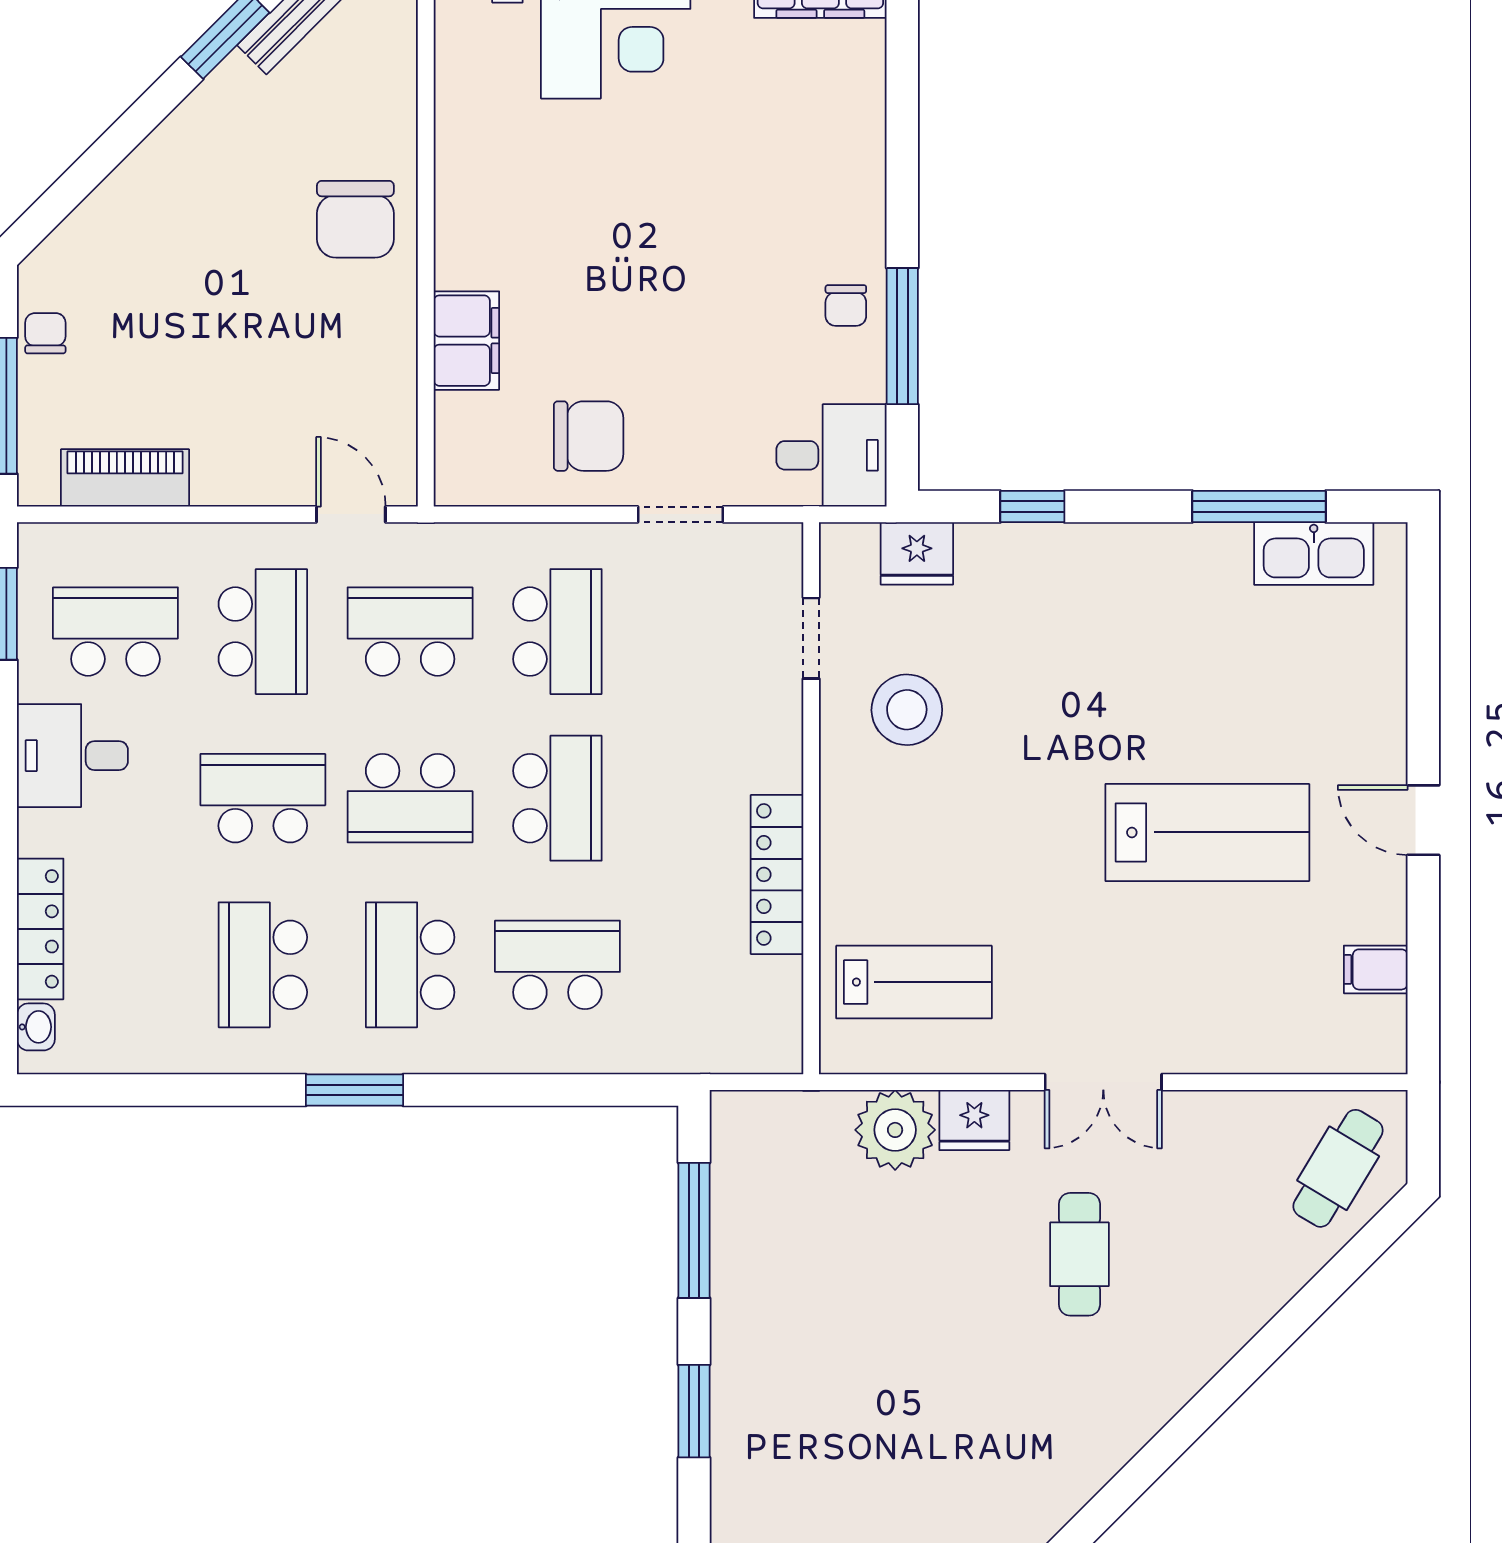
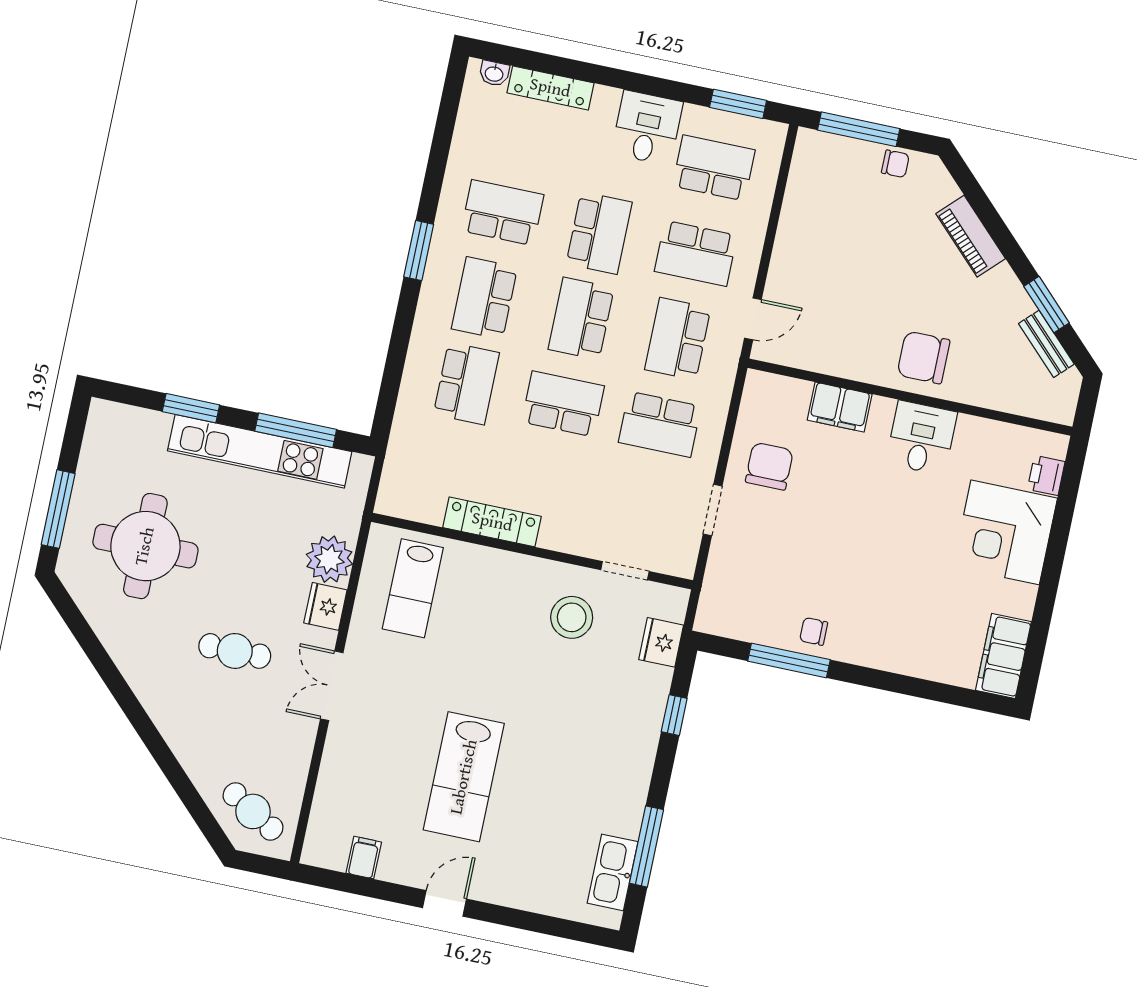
chair: (589, 436) -> (769, 466), turned 180
desk: (832, 455) -> (921, 438), moved, turned 180
piano: (125, 478) -> (971, 236), moved, turned 135
school desk: (115, 632) -> (714, 168), turned -90
school desk: (410, 632) -> (678, 339), turned 180
school desk: (557, 798) -> (563, 404), turned 180
school desk: (410, 965) -> (484, 298), turned -90
kitchen unit: (741, 1282) -> (260, 451), added
round table: (937, 1438) -> (145, 546), added

